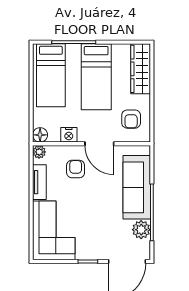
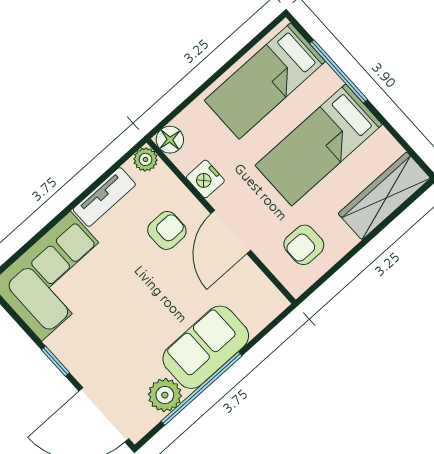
sofa: (137, 187) -> (206, 347), width x0.73

